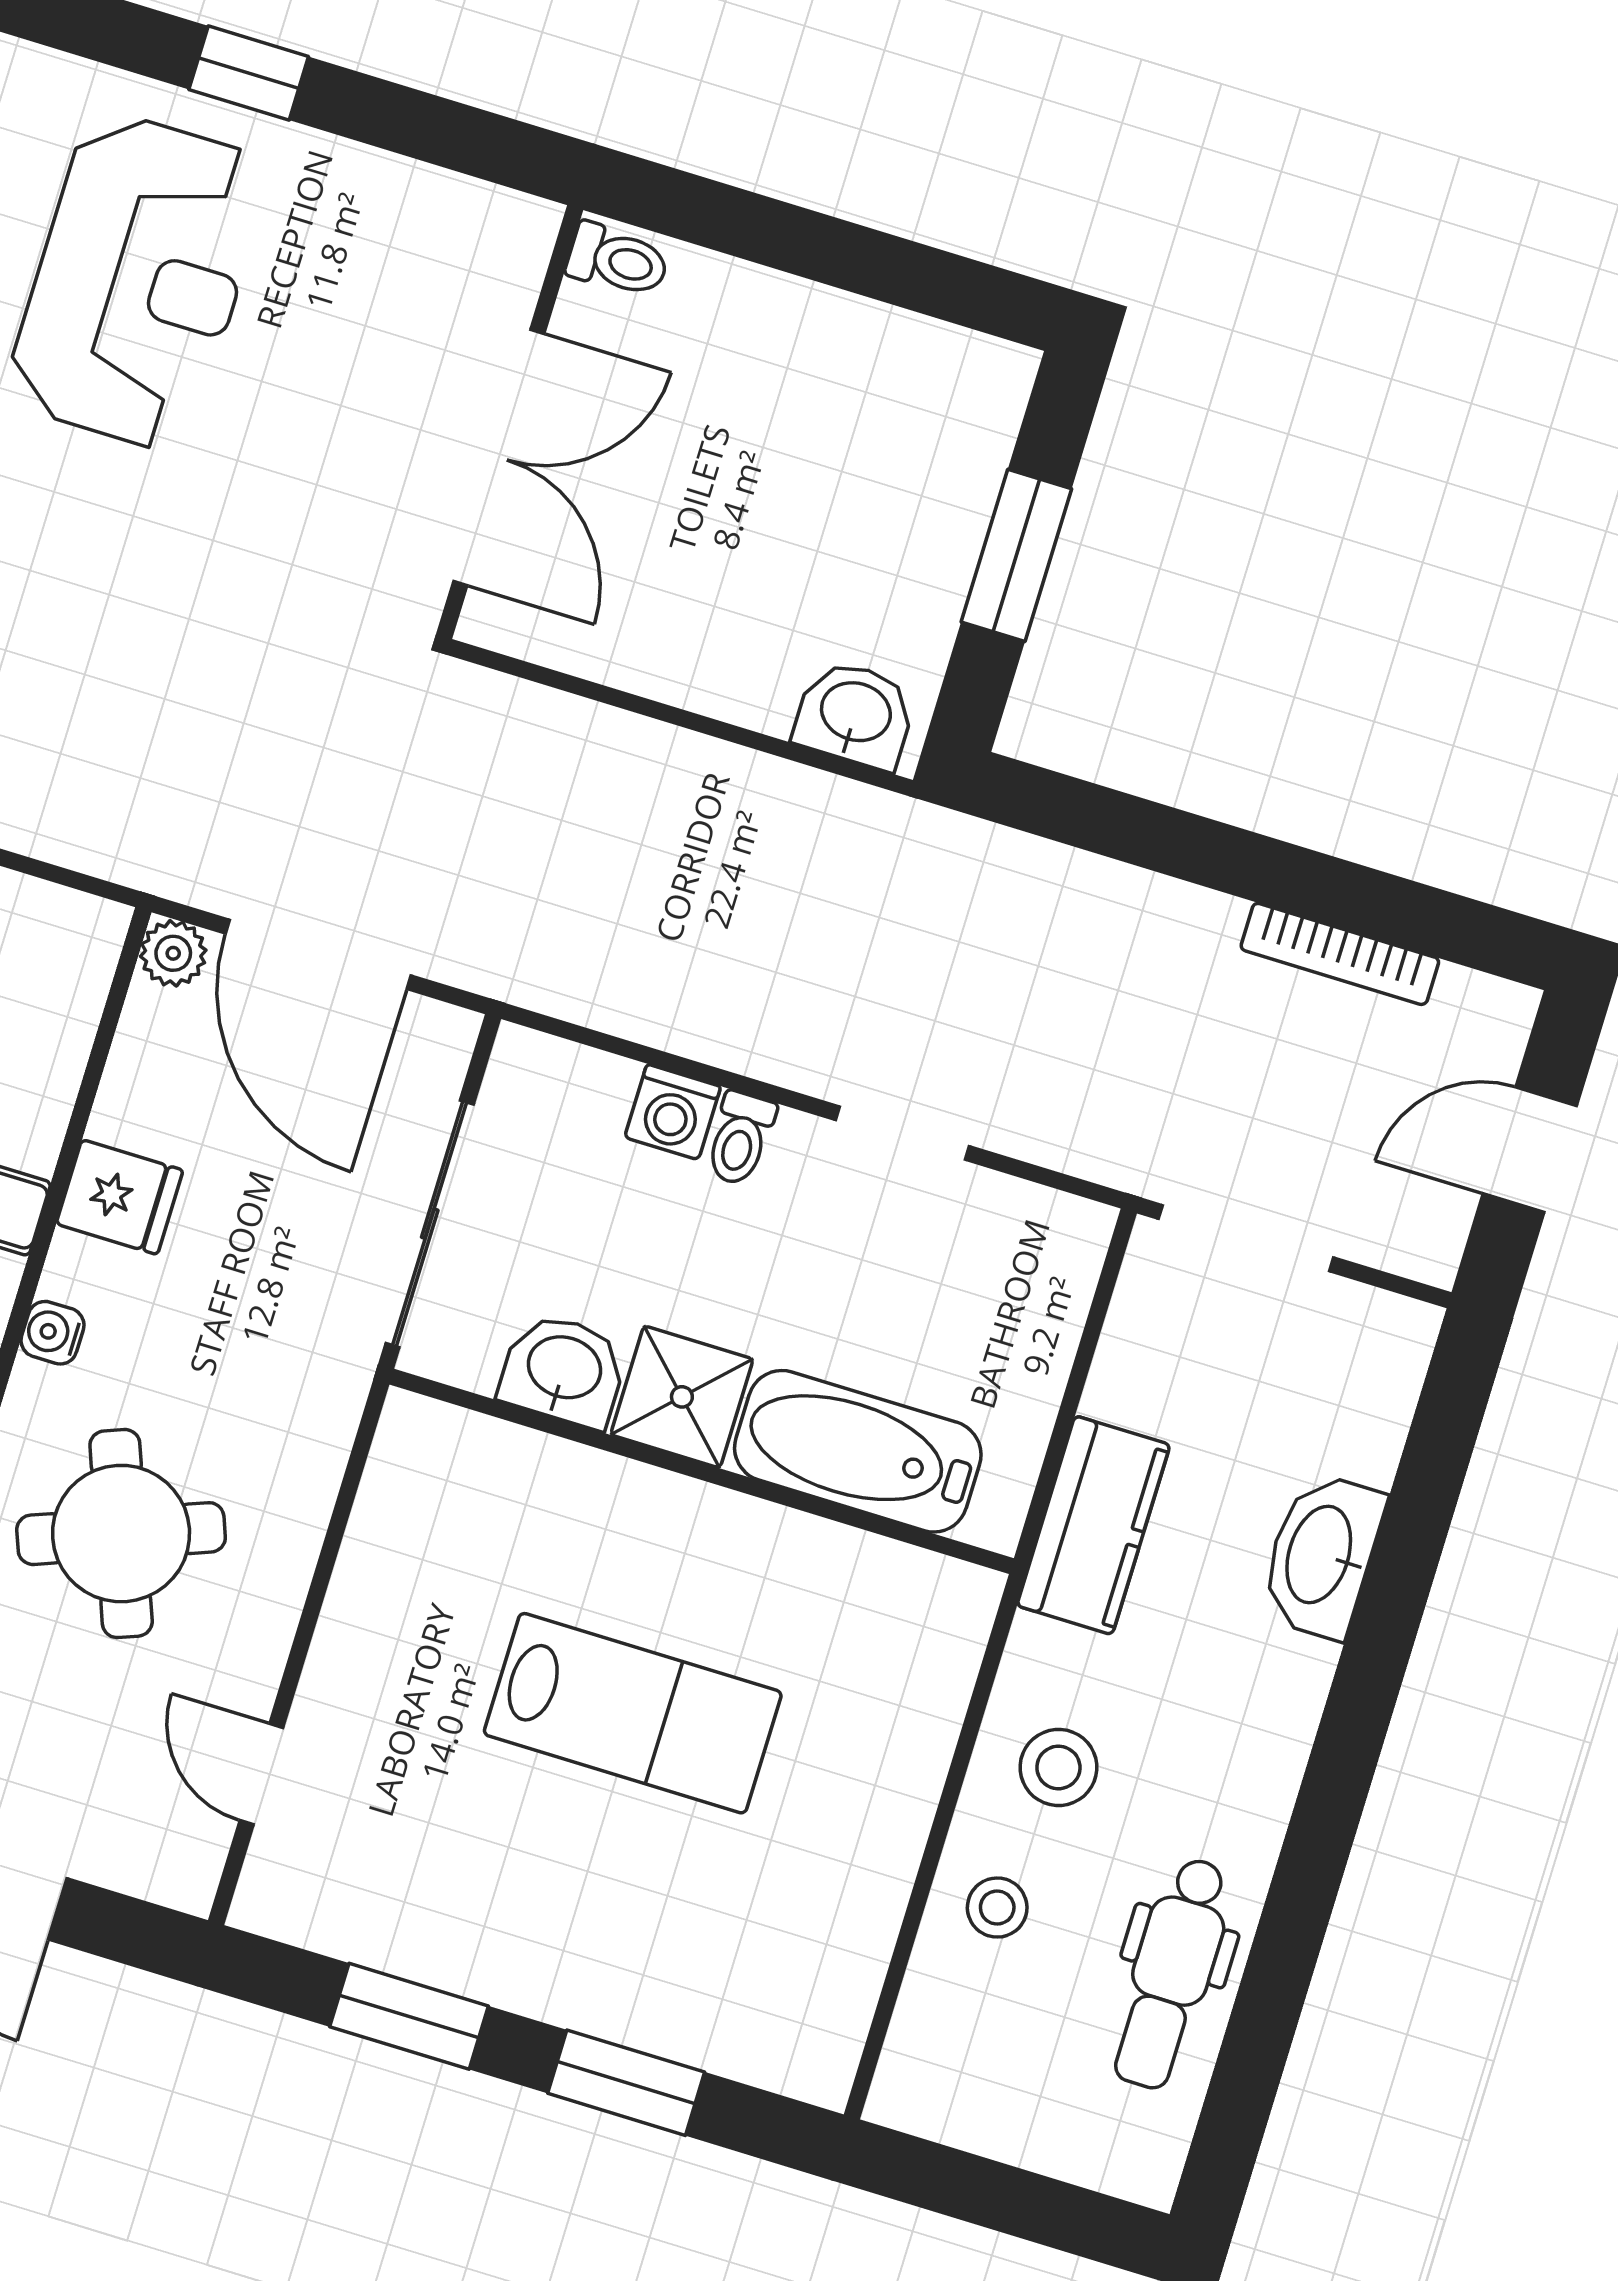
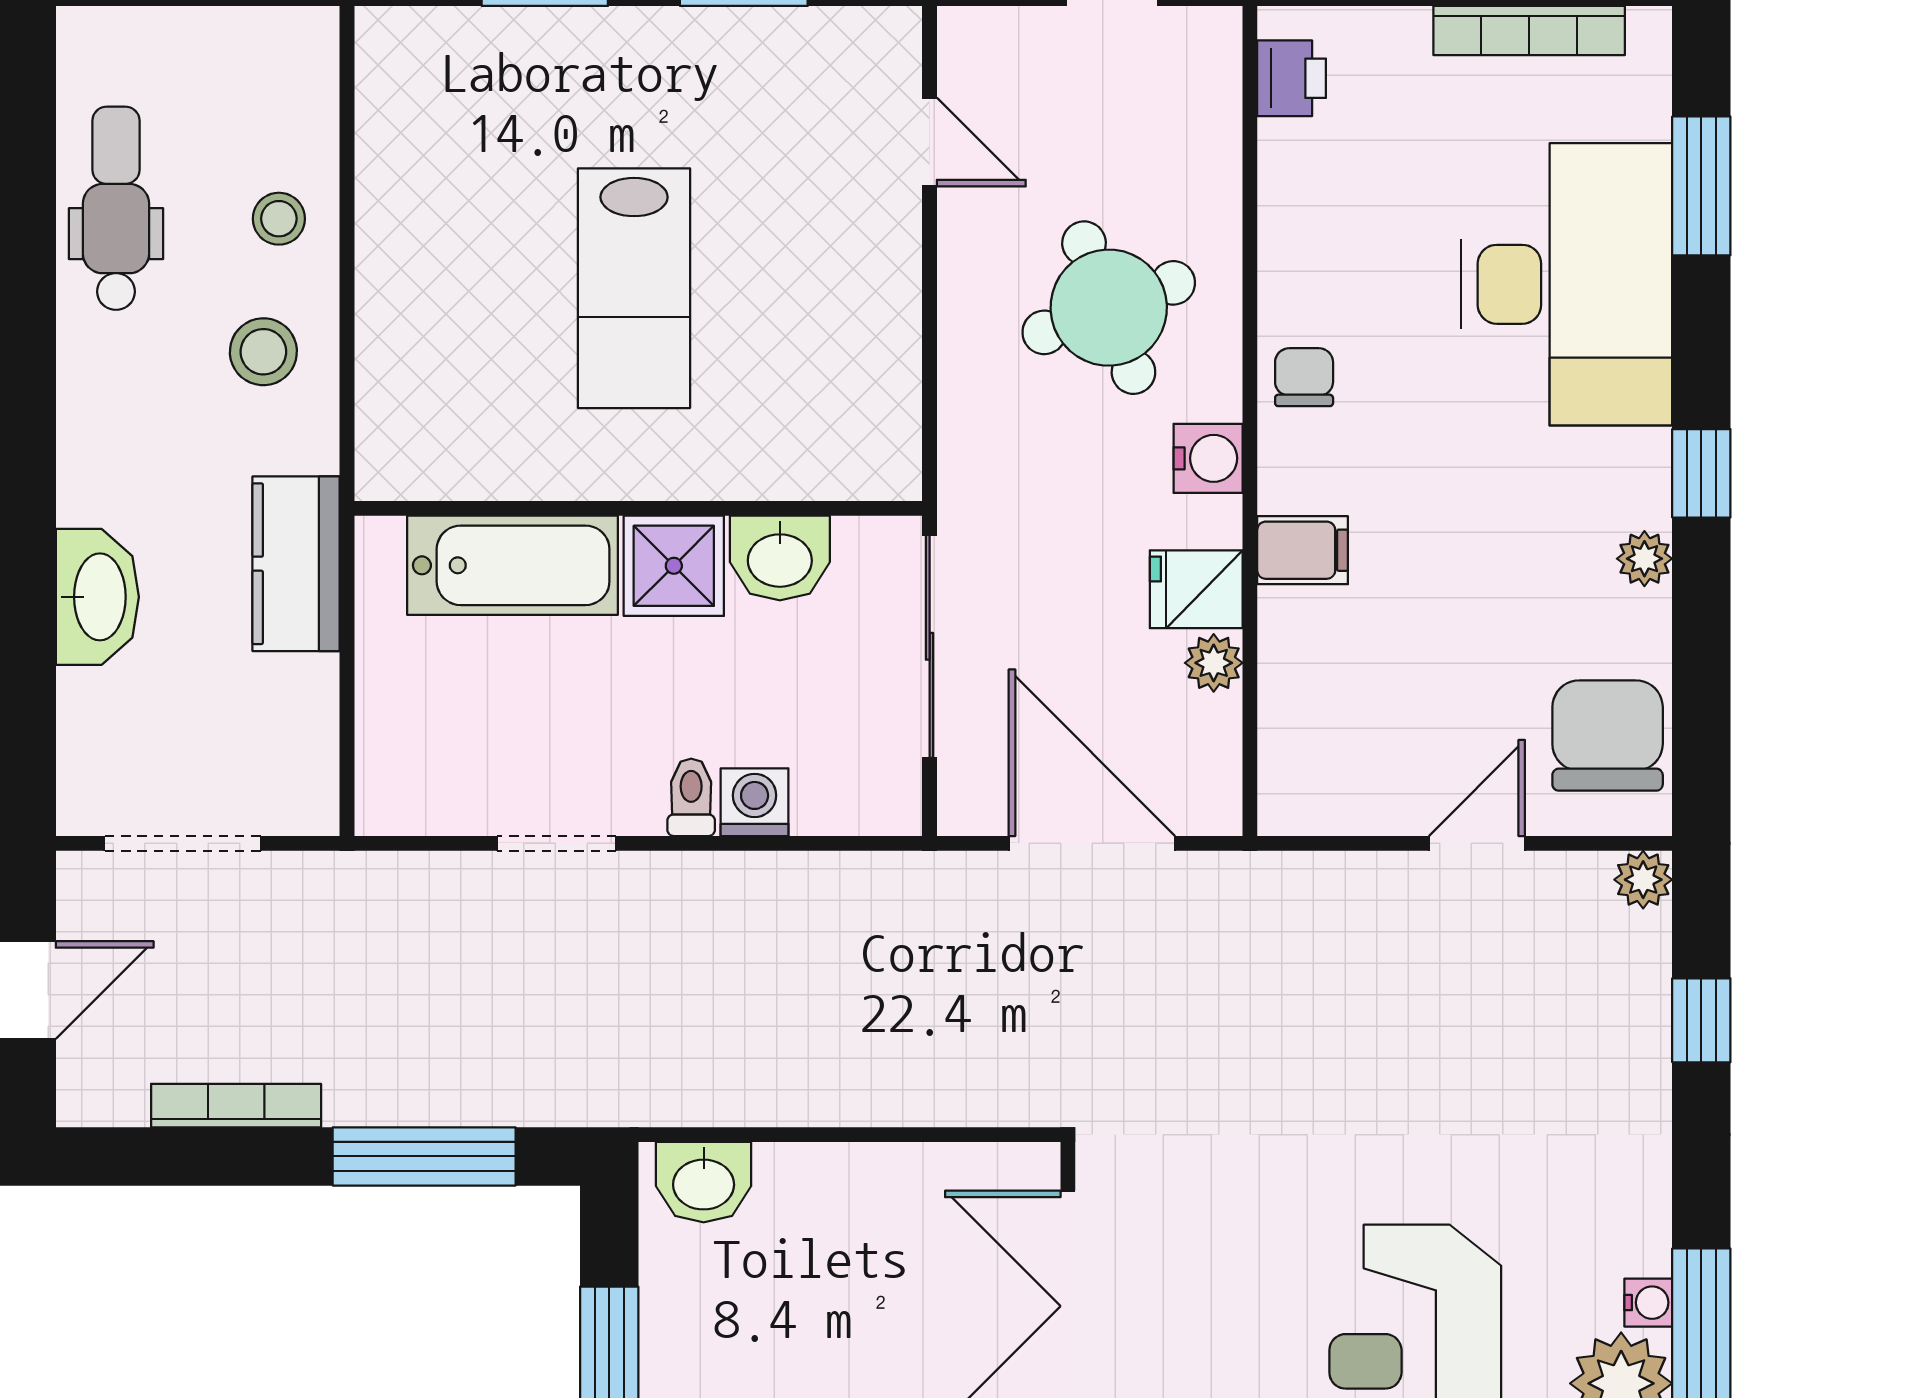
window: (1152, 836) -> (424, 1156), added
plant: (173, 953) -> (1214, 663), moved
doorway: (1246, 1238) -> (182, 843), moved
water cooler: (53, 1333) -> (1208, 458), width x1.38, depth x1.38
lab bench: (633, 1713) -> (634, 288), turned -90

